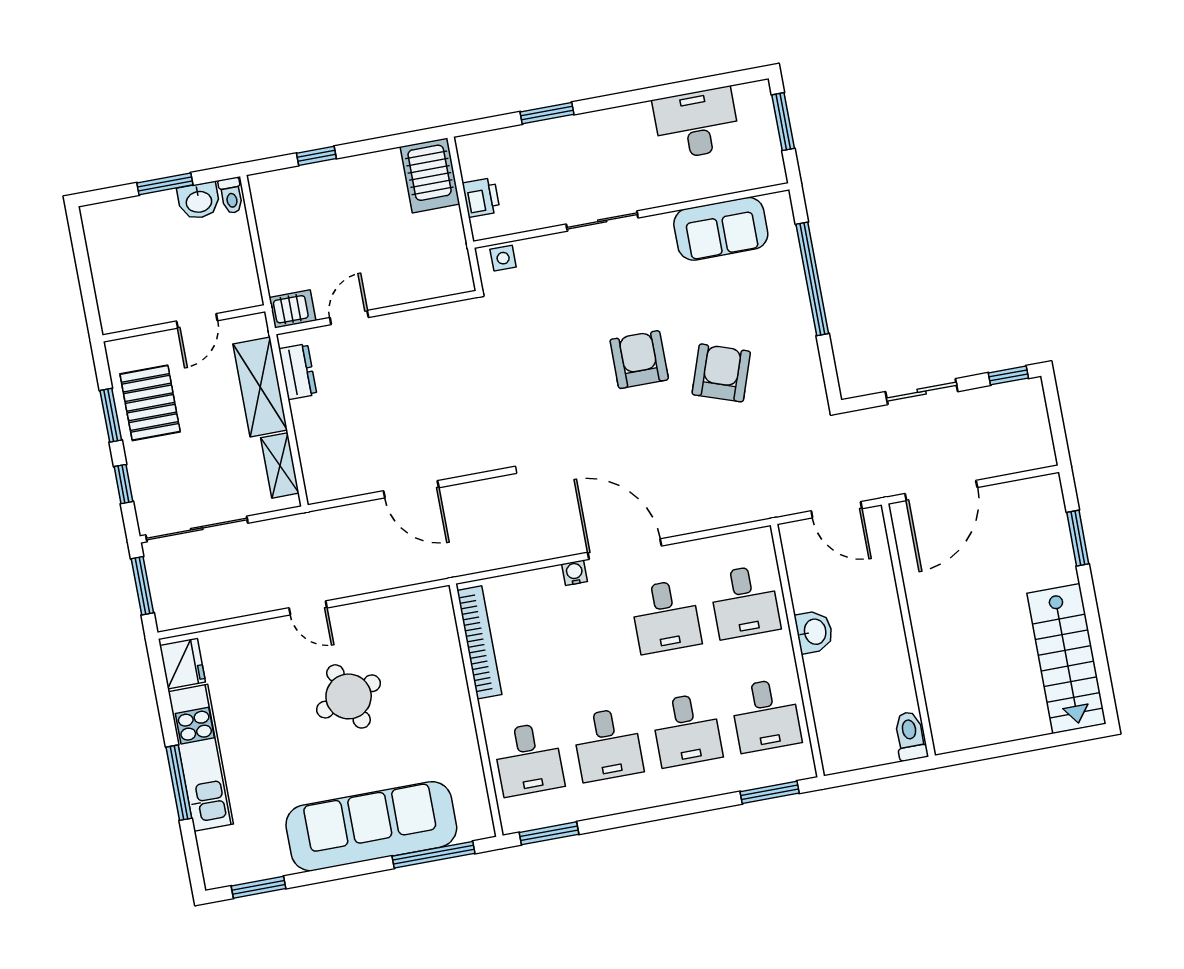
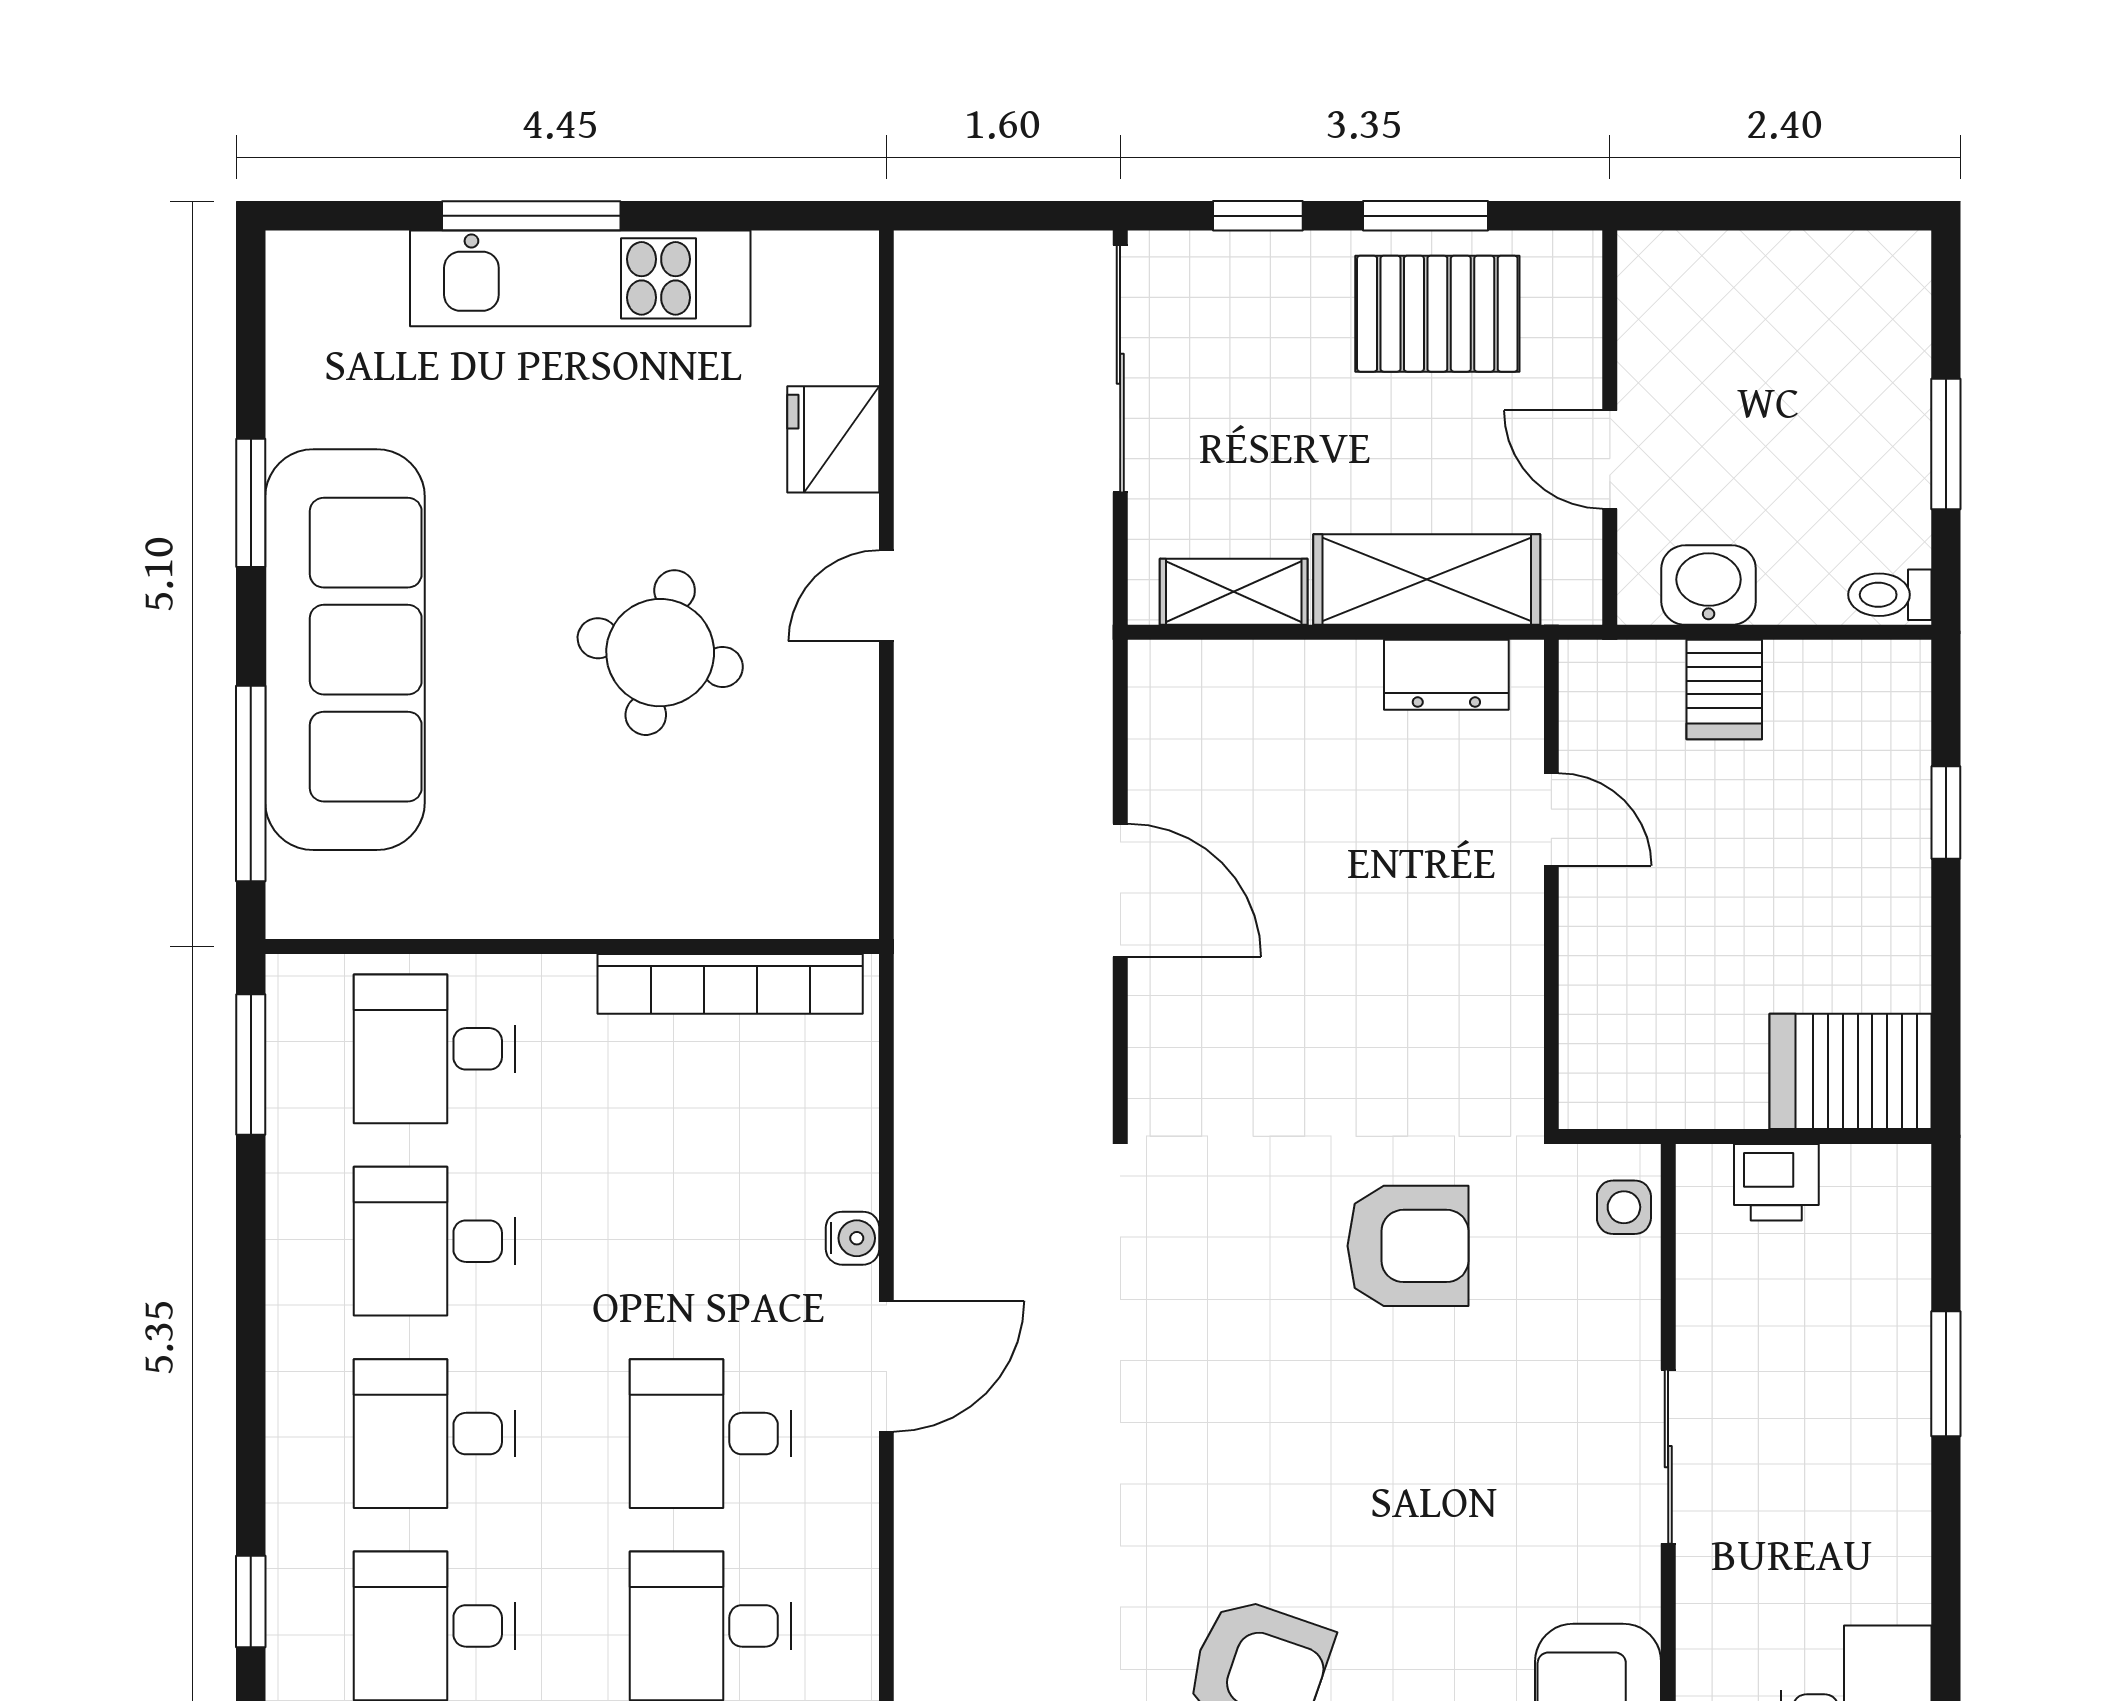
washbasin: (199, 201) -> (1709, 585), moved, turned 90
server rack: (292, 309) -> (1724, 690), moved
armchair: (639, 360) -> (1408, 1246), moved
door: (411, 489) -> (1120, 890), swing flipped
door: (625, 549) -> (886, 1366), width x0.73
window: (142, 586) -> (1011, 216), removed
fridge: (183, 664) -> (833, 439), moved, turned 90
round table: (349, 696) -> (660, 653), turned 32
window: (770, 792) -> (251, 1601), width x0.67
window: (258, 887) -> (251, 503), moved

